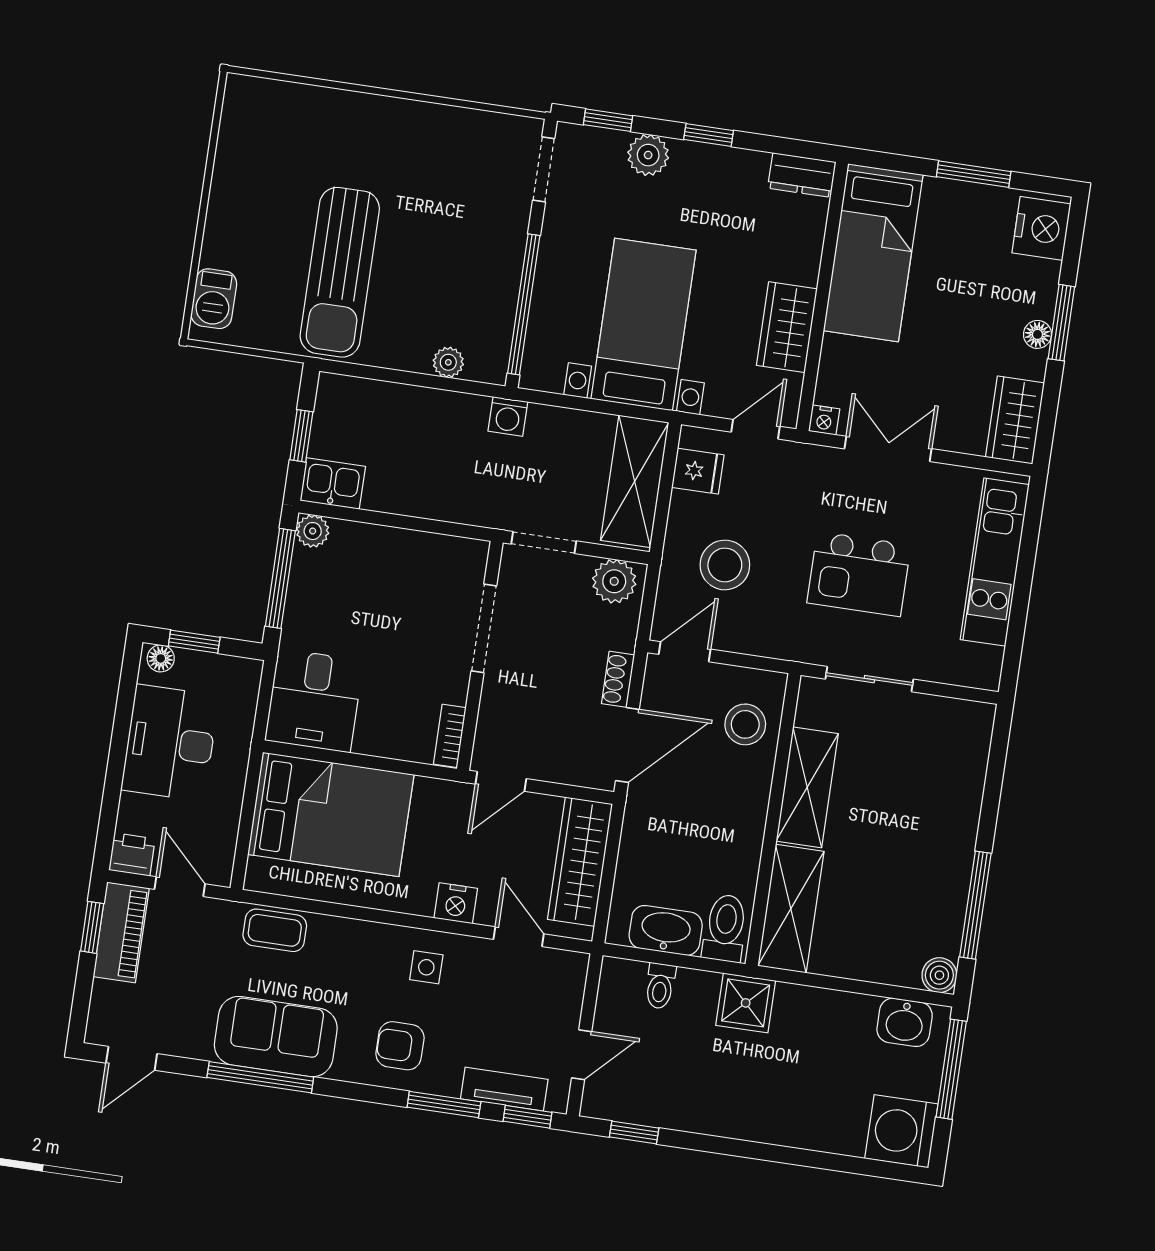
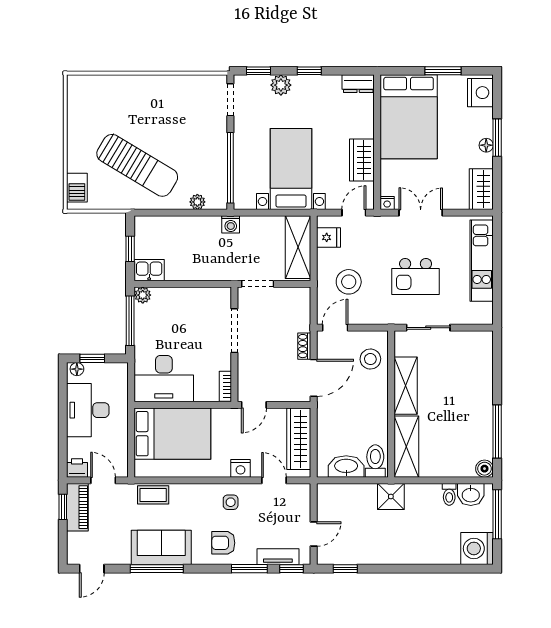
bed: (873, 253) -> (409, 117), width x1.50
sun lounger: (340, 272) -> (137, 165), turned -59
plant: (614, 581) -> (295, 298), removed
desk: (314, 701) -> (164, 379), width x1.37
toilet: (660, 986) -> (449, 494), moved

